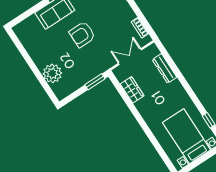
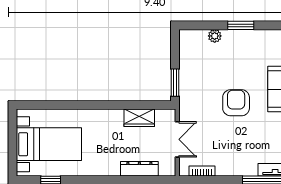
window: (31, 64) -> (241, 25), added
plant: (52, 73) -> (215, 36), width x0.53, depth x0.53

